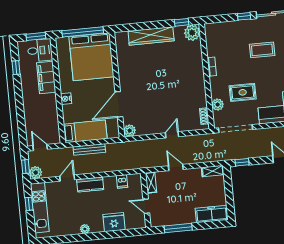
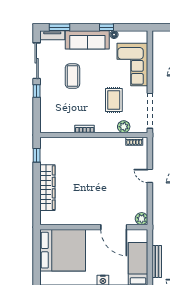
window: (83, 32) -> (37, 257), removed
plant: (192, 33) -> (48, 145), removed

